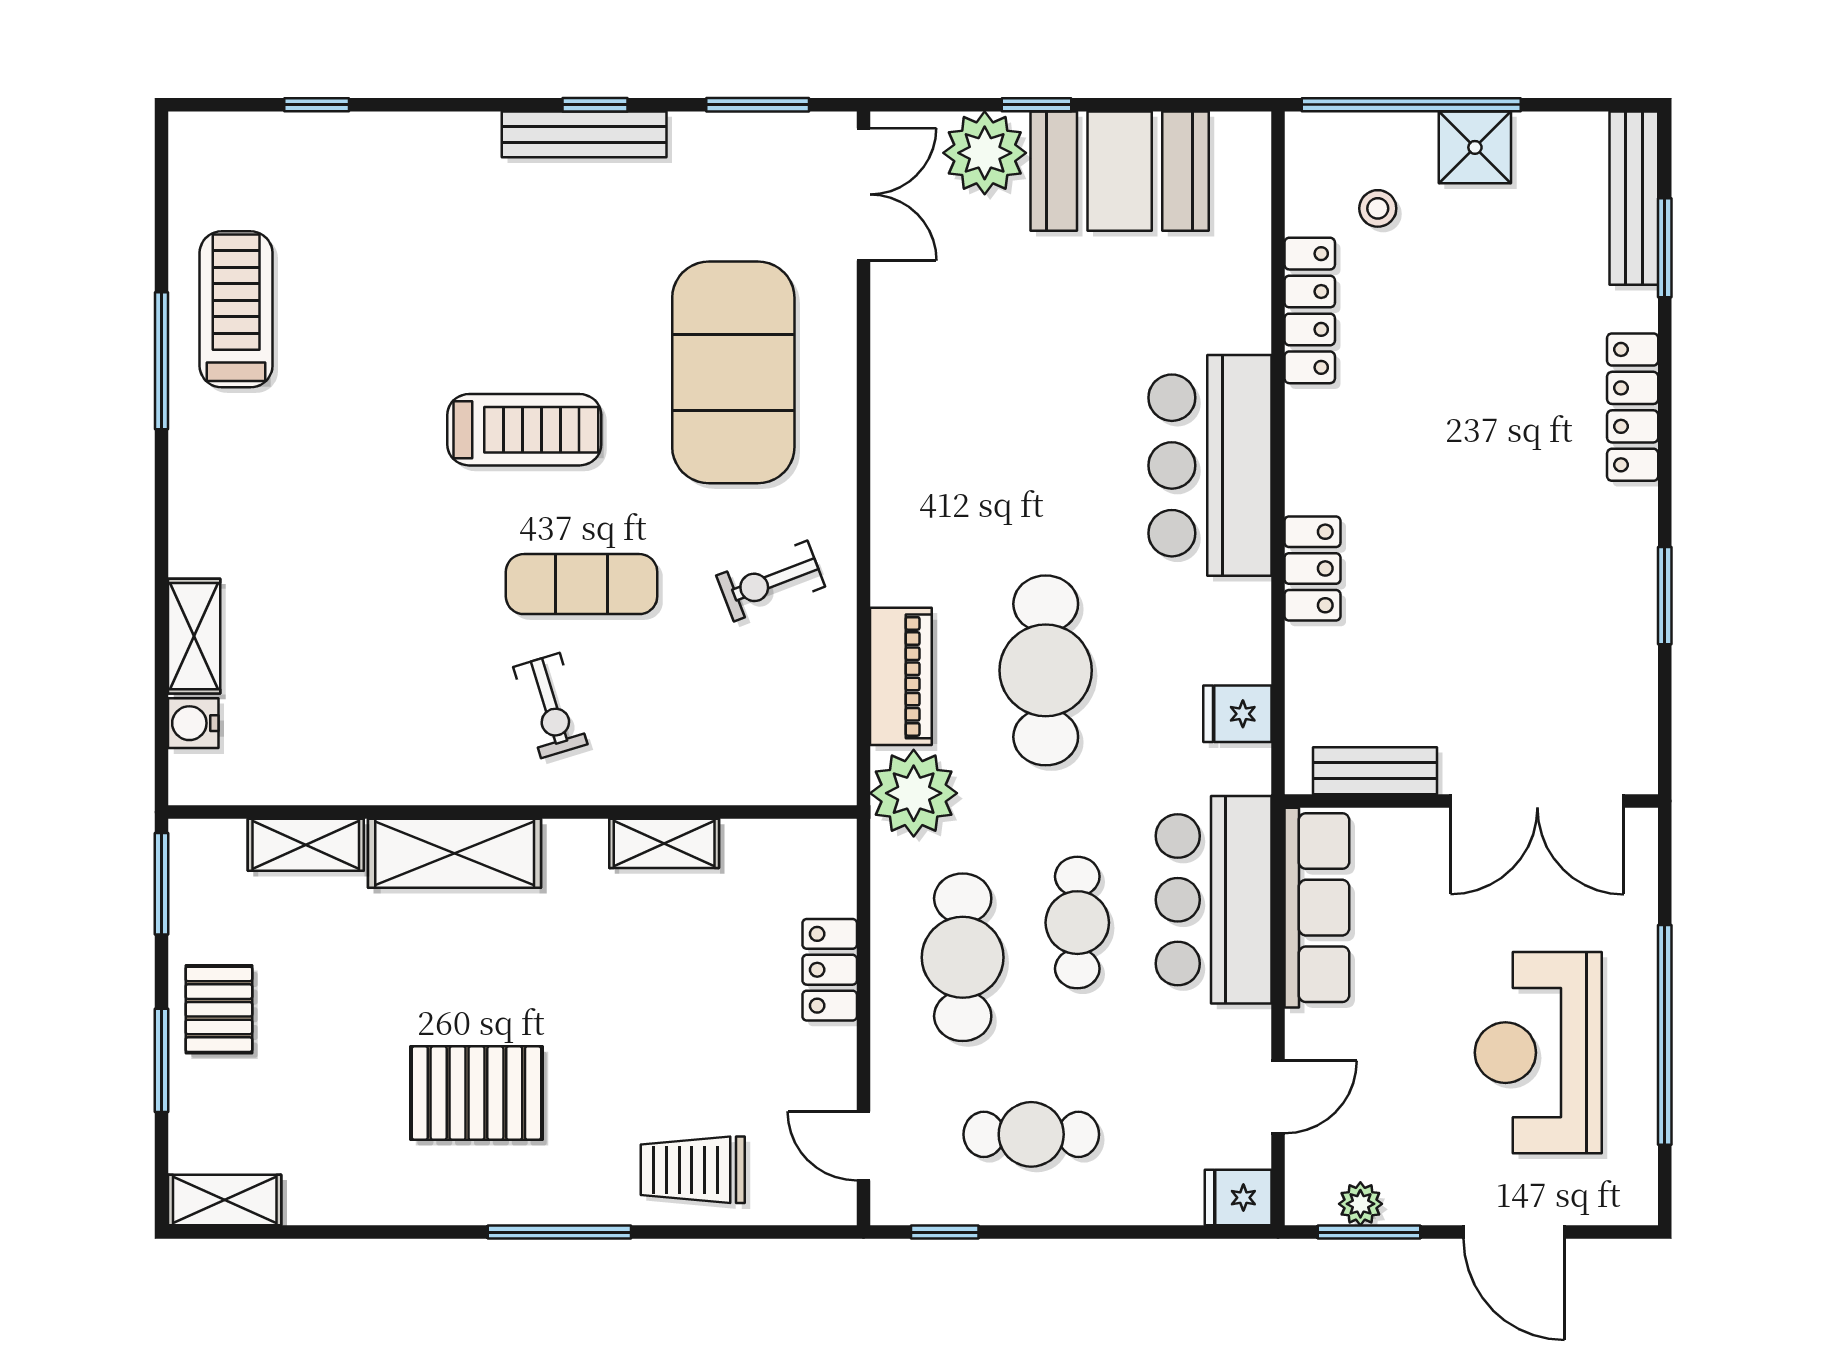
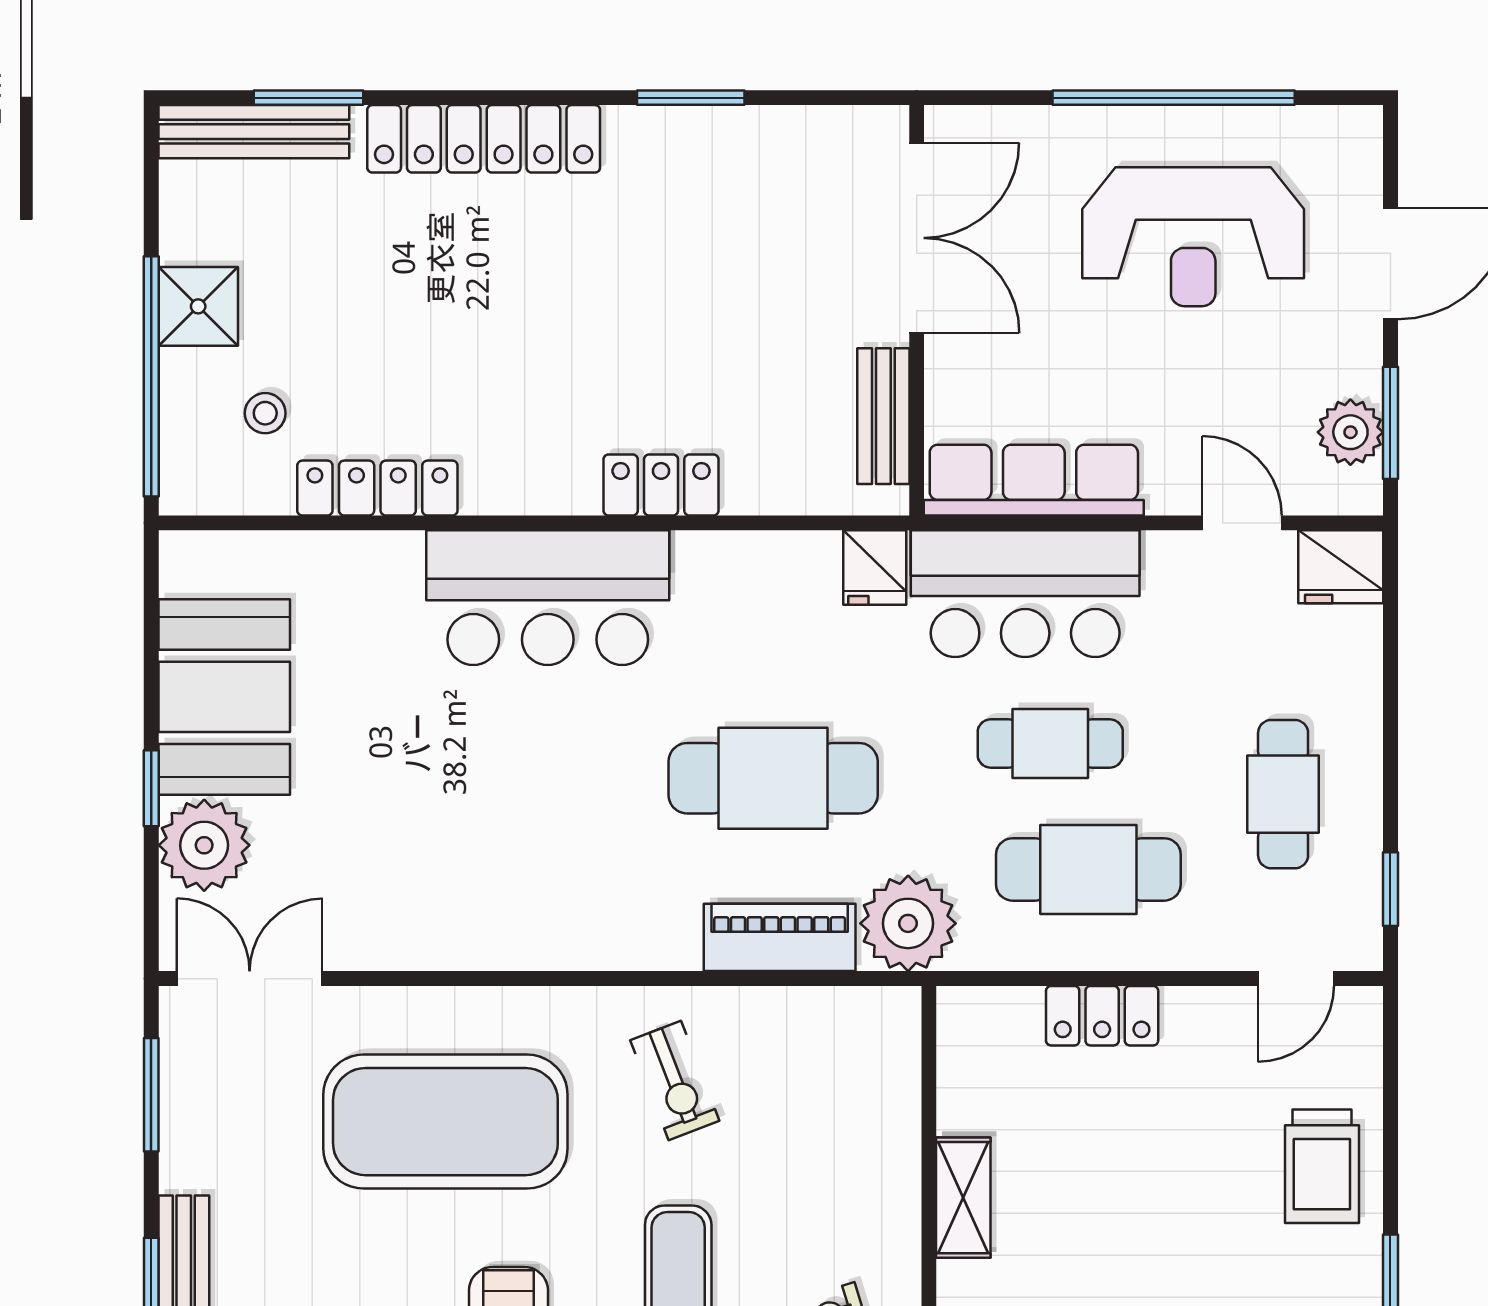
locker: (1633, 407) -> (484, 139), width x1.41, depth x1.21
fridge: (1237, 714) -> (875, 568), moved
fridge: (1238, 1198) -> (1341, 567), width x1.38
plant: (1360, 1204) -> (1350, 432), width x1.38, depth x1.38

